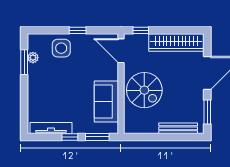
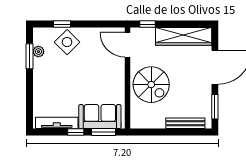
window: (78, 30) -> (62, 24), moved
side table: (61, 48) -> (67, 42), turned 45
sofa: (106, 101) -> (100, 117), moved, turned 90

